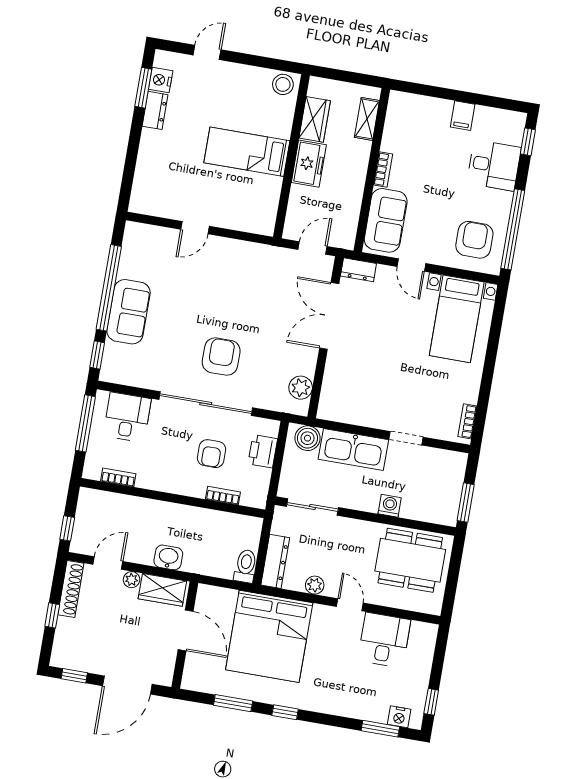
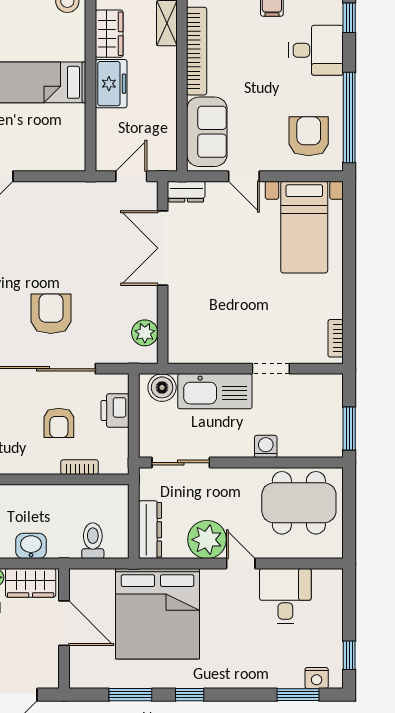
bookcase: (383, 170) -> (197, 51), width x2.31, depth x1.31
toilet: (246, 566) -> (93, 541), moved
plant: (315, 585) -> (207, 540), width x1.87, depth x1.87

